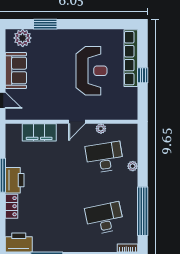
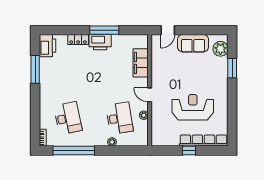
reception desk: (92, 71) -> (193, 107), turned 180

